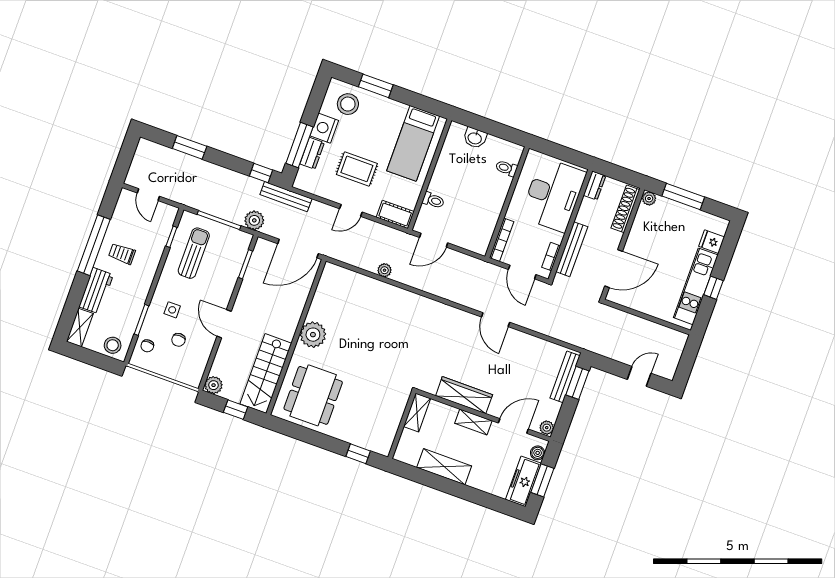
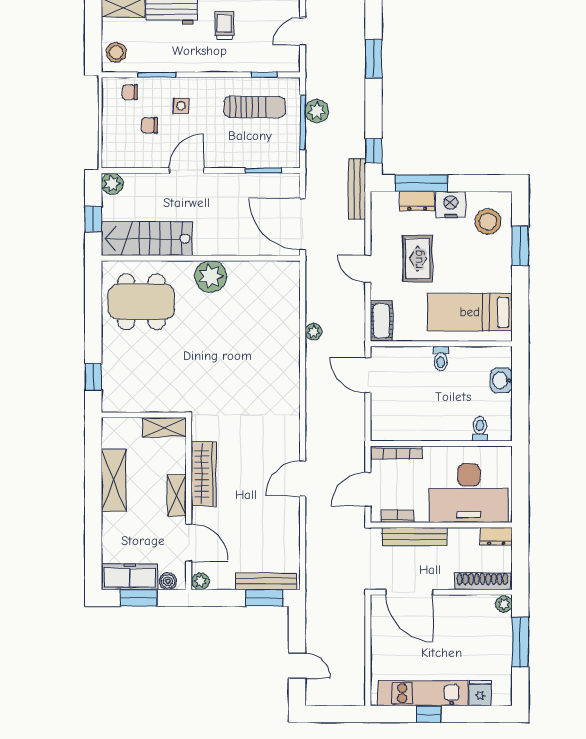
toilet: (433, 200) -> (441, 359), moved
plant: (254, 220) -> (317, 111), moved

